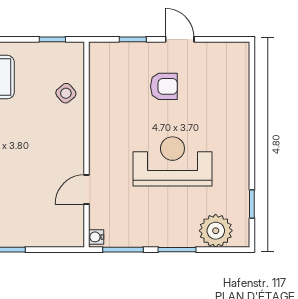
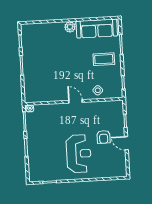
door: (180, 39) -> (126, 143), swing flipped
reception desk: (172, 161) -> (79, 154), moved
door: (86, 189) -> (75, 101), moved
plant: (216, 231) -> (36, 165), removed

